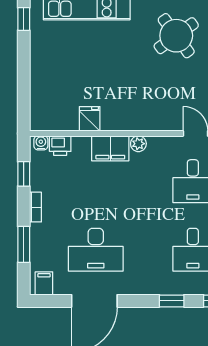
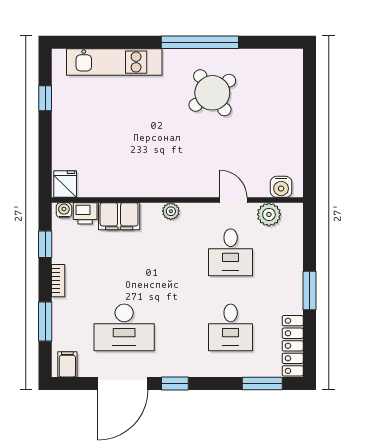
window: (24, 19) -> (45, 98), moved
fridge: (90, 119) -> (65, 184), moved
filing cabinet: (110, 148) -> (119, 216), moved
window: (172, 301) -> (175, 384), moved

